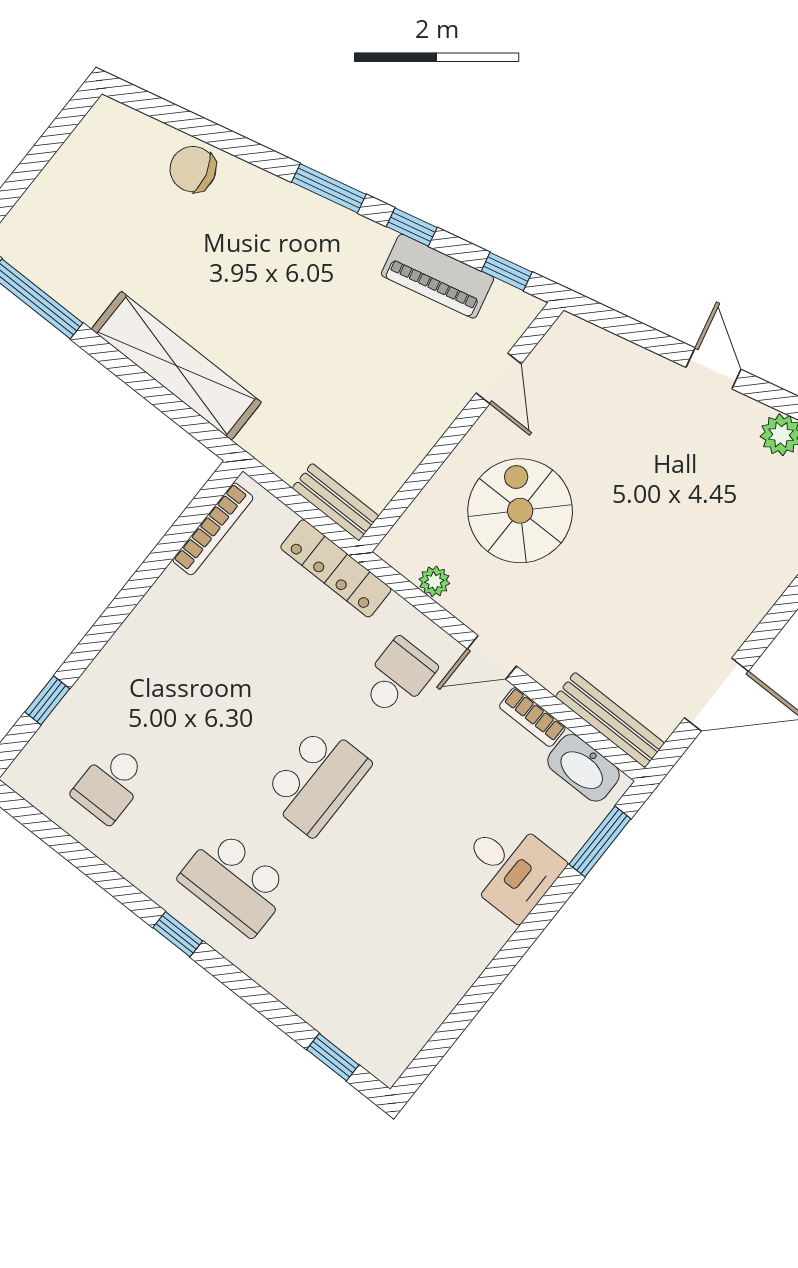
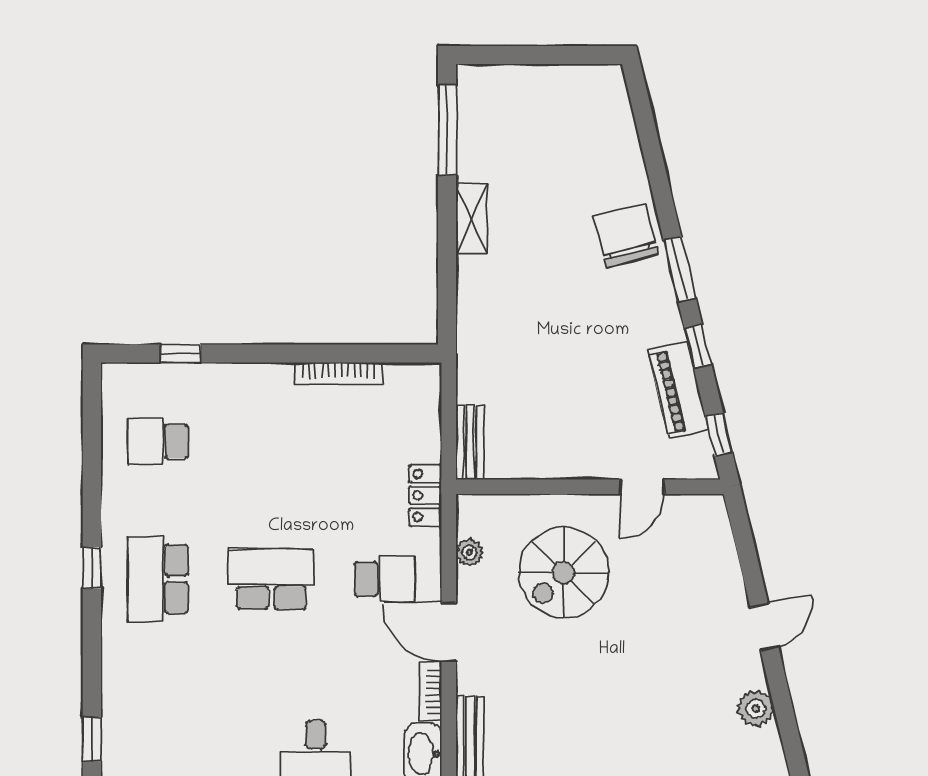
chair: (193, 169) -> (626, 235), moved, width x1.37, depth x1.37
shelving: (176, 366) -> (472, 219), width x0.45, depth x0.75
spiral stairs: (520, 511) -> (564, 572), turned 180
bookcase: (213, 529) -> (338, 374), moved
locker: (336, 568) -> (425, 495), width x0.66
door: (492, 657) -> (449, 632), width x1.38
school desk: (316, 780) -> (271, 579), turned 180

